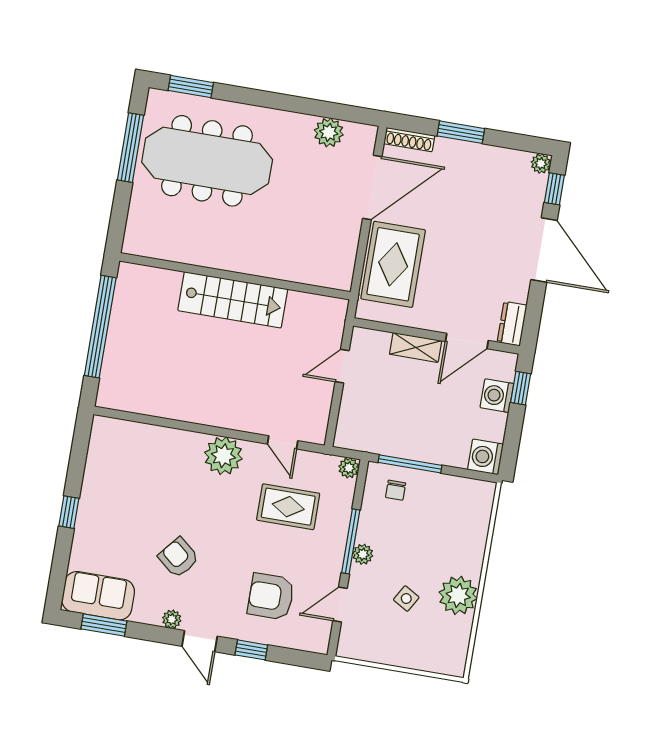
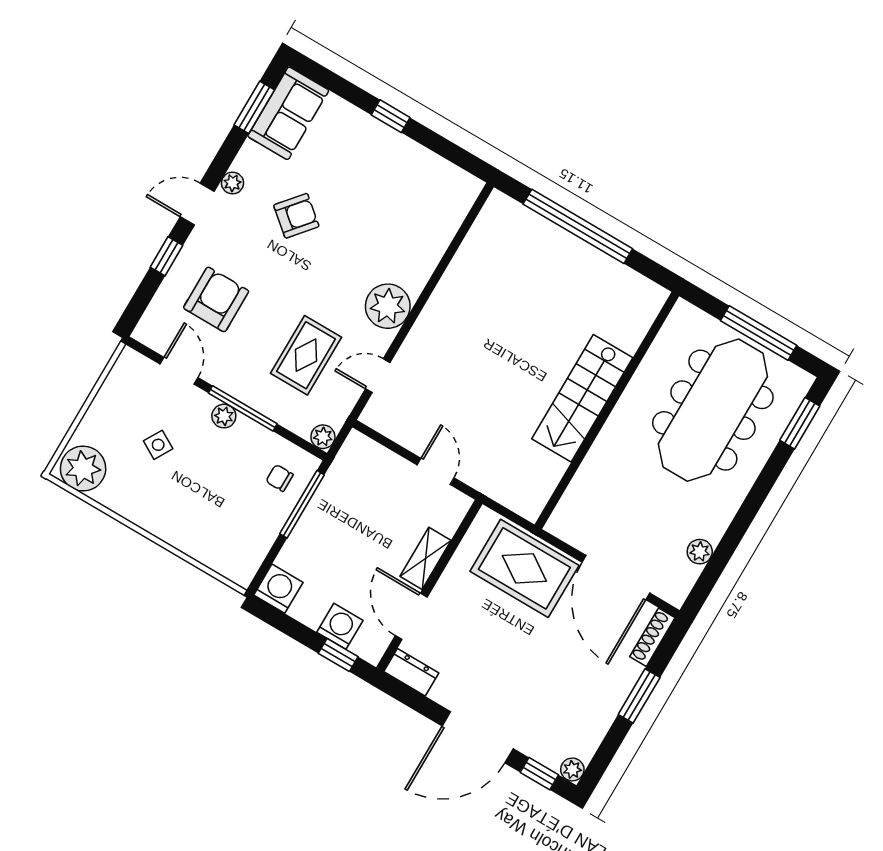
plant: (329, 132) -> (700, 552), width x0.73, depth x0.73
wall: (235, 276) -> (607, 410), moved
stairs: (233, 300) -> (582, 398), moved
plant: (458, 595) -> (83, 469), moved

